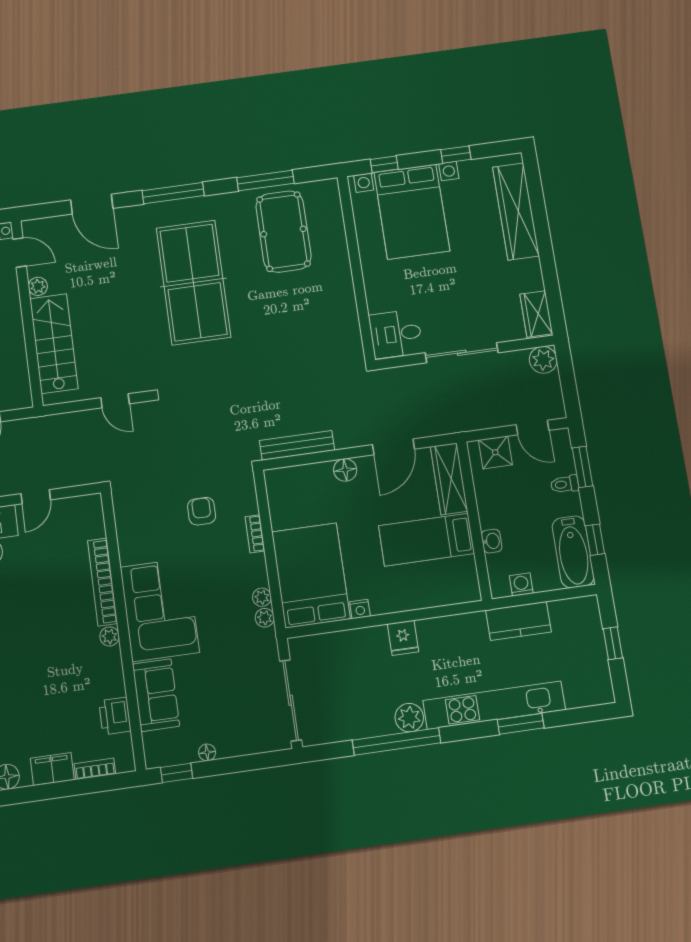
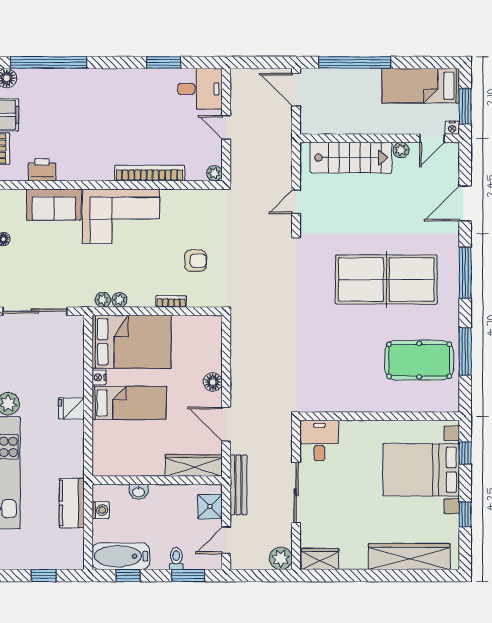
bench: (297, 445) -> (238, 485), moved
bed: (426, 540) -> (129, 403), moved, turned 90
plant: (110, 636) -> (214, 173), moved

